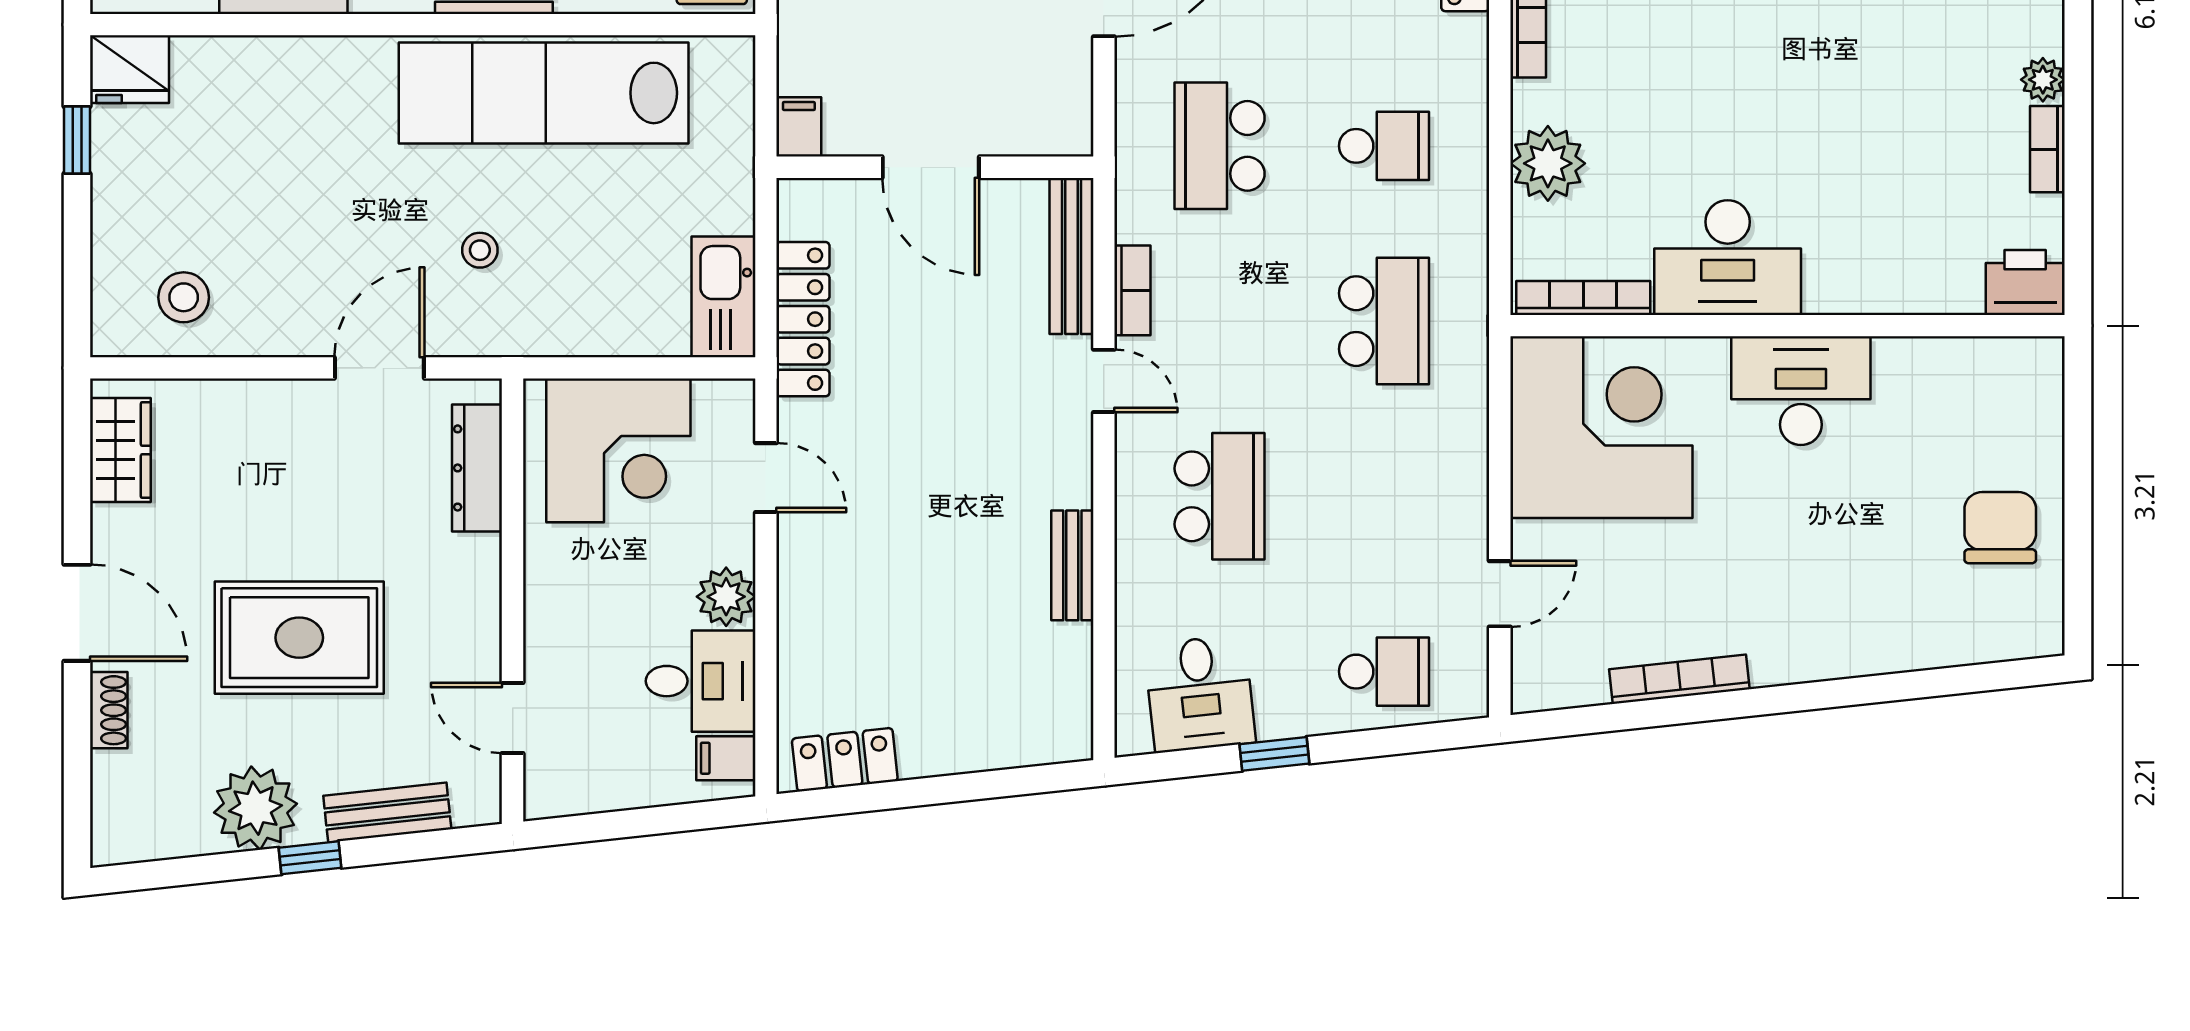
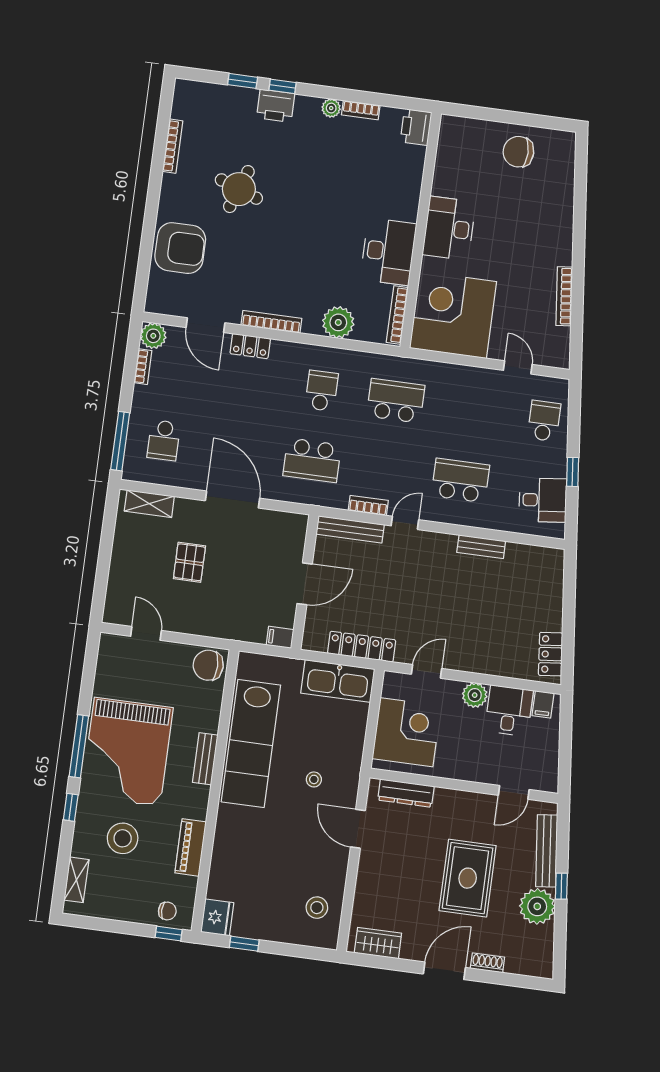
kitchen sink: (723, 297) -> (338, 681), width x1.36, depth x1.24
bench: (387, 812) -> (547, 851), width x1.36

